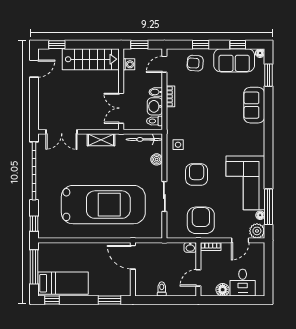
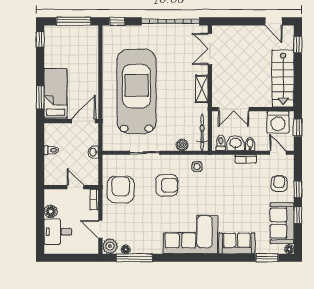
window: (238, 45) -> (298, 215), moved
washing machine: (129, 64) -> (278, 122), width x1.89, depth x1.89
double door: (121, 108) -> (234, 109), swing flipped
corner sofa: (245, 183) -> (190, 234), moved
car: (103, 205) -> (136, 91), turned 180
armchair: (201, 220) -> (121, 190), turned -90
washbasin: (190, 247) -> (93, 152), moved
door: (198, 278) -> (75, 187), moved
bed: (63, 283) -> (56, 94), moved, turned 180

